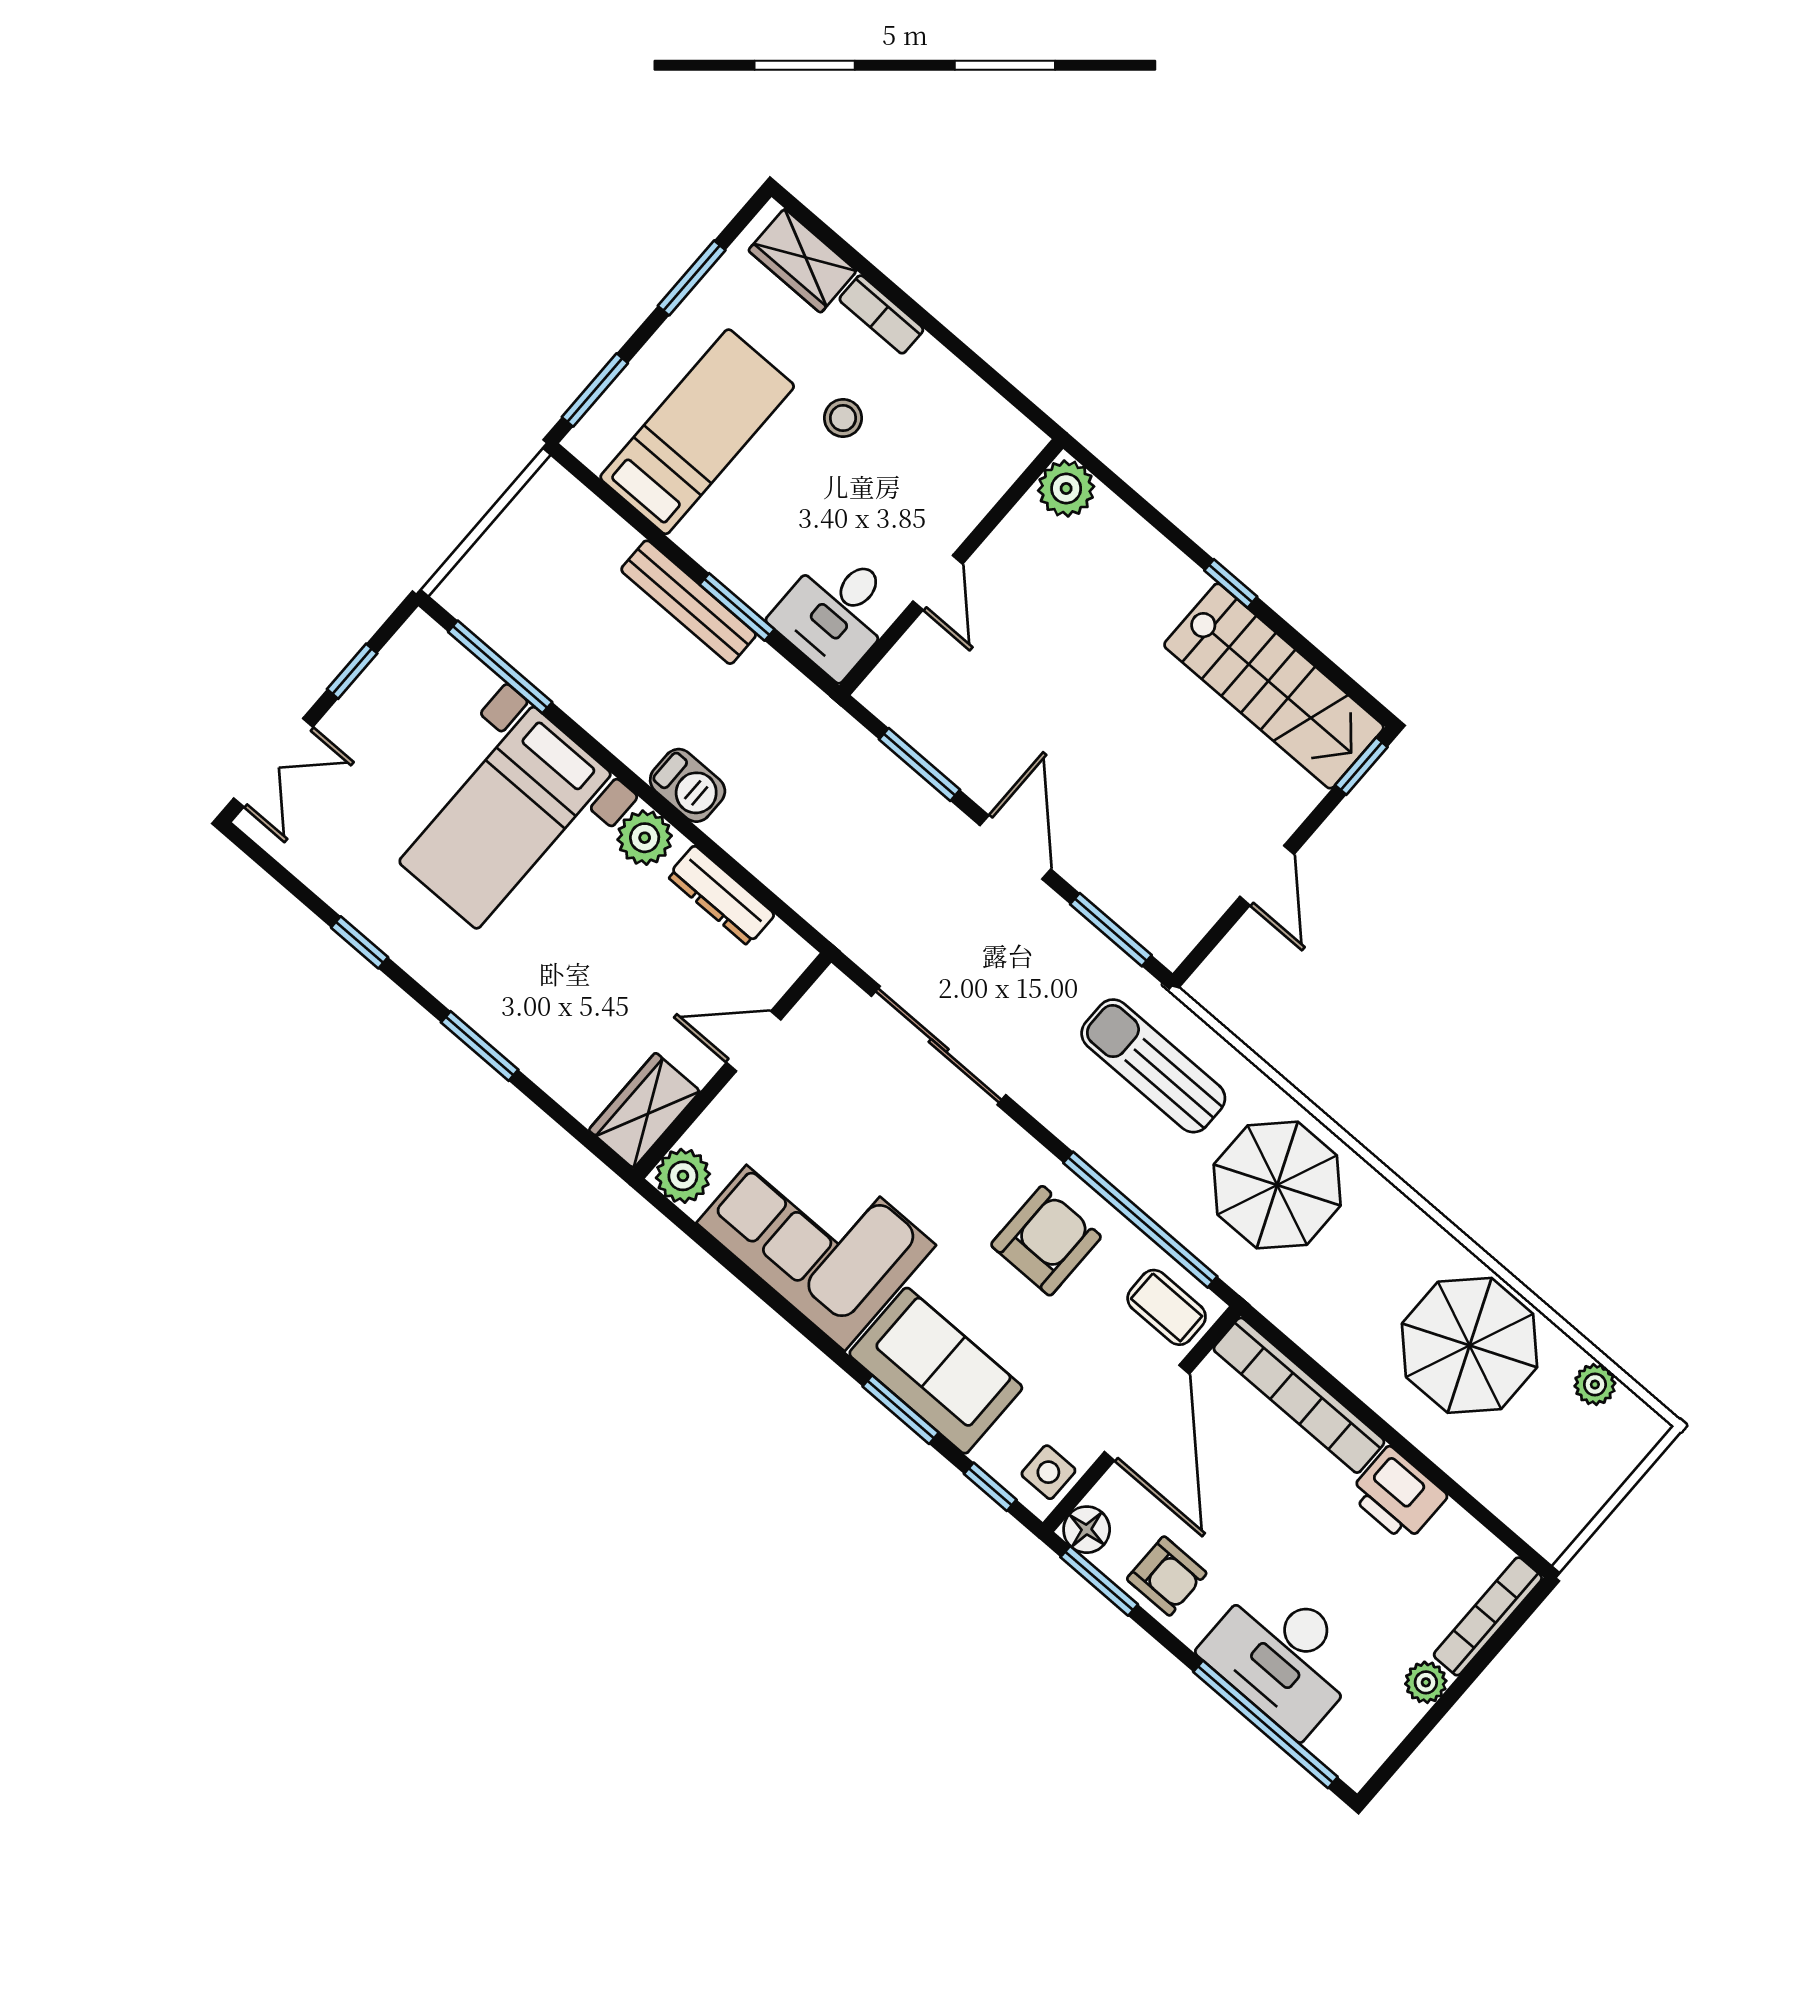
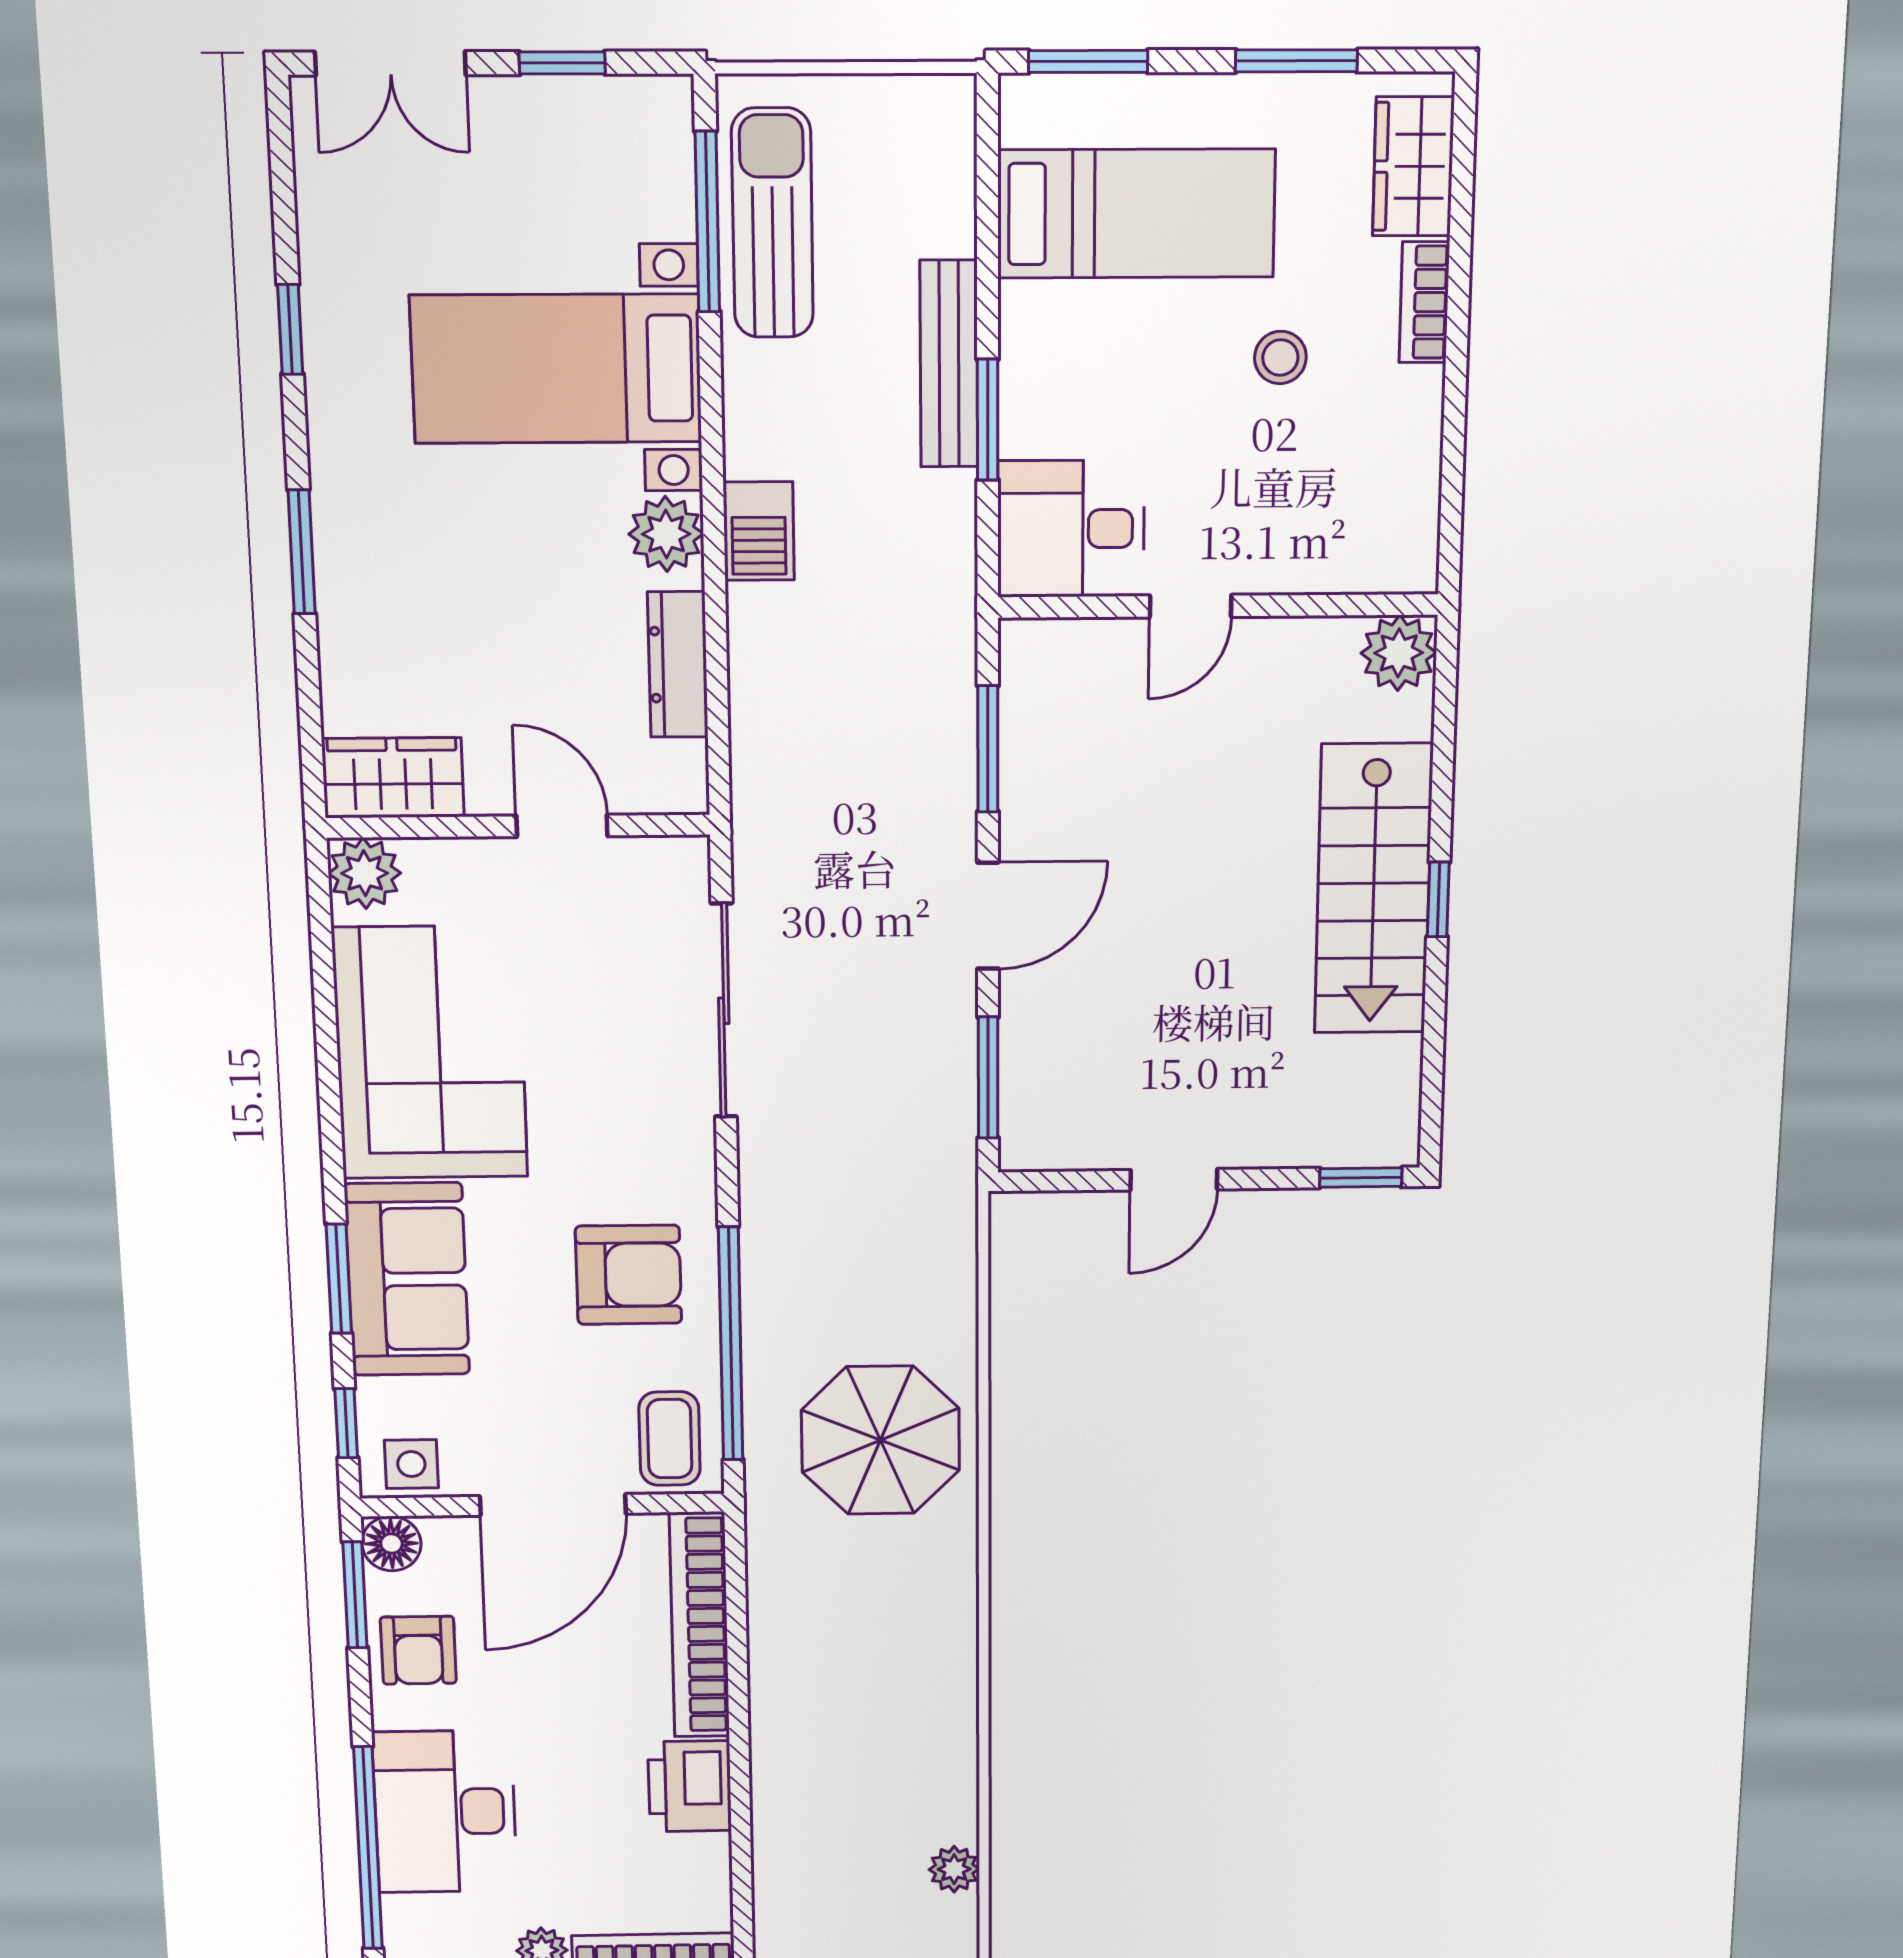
stairs: (1274, 686) -> (1373, 889), moved
sun lounger: (1153, 1066) -> (772, 223), moved
parasol: (1470, 1345) -> (888, 1734), removed

